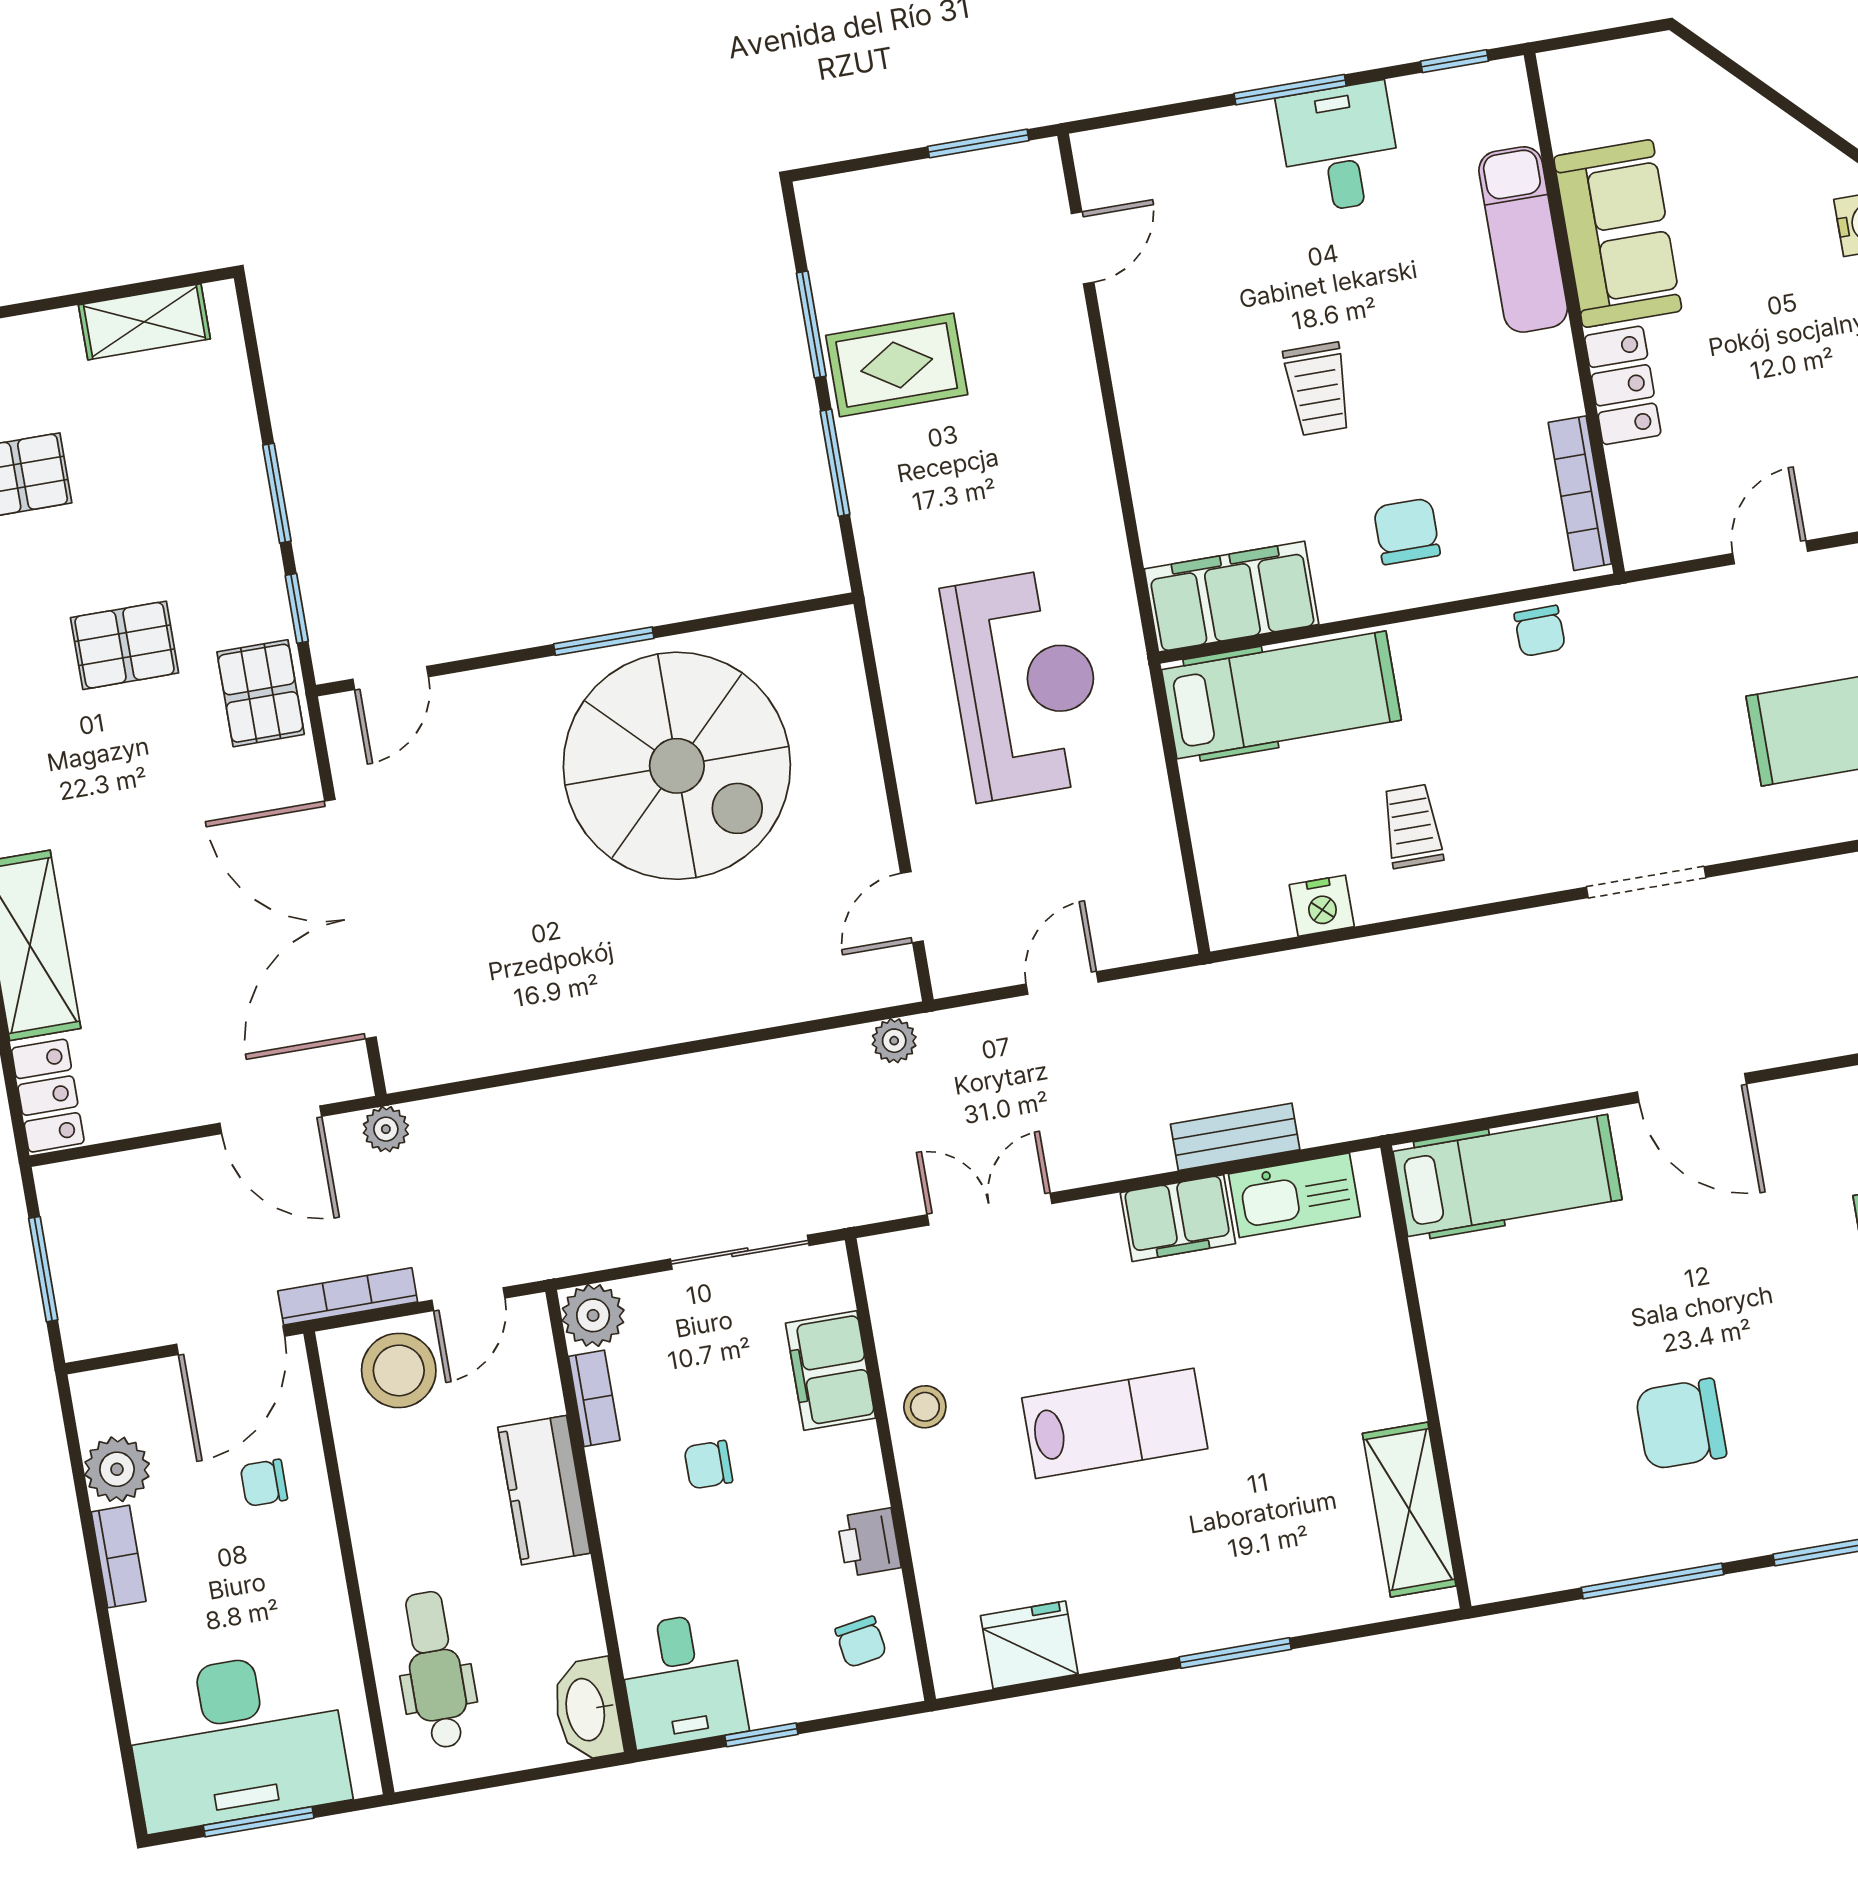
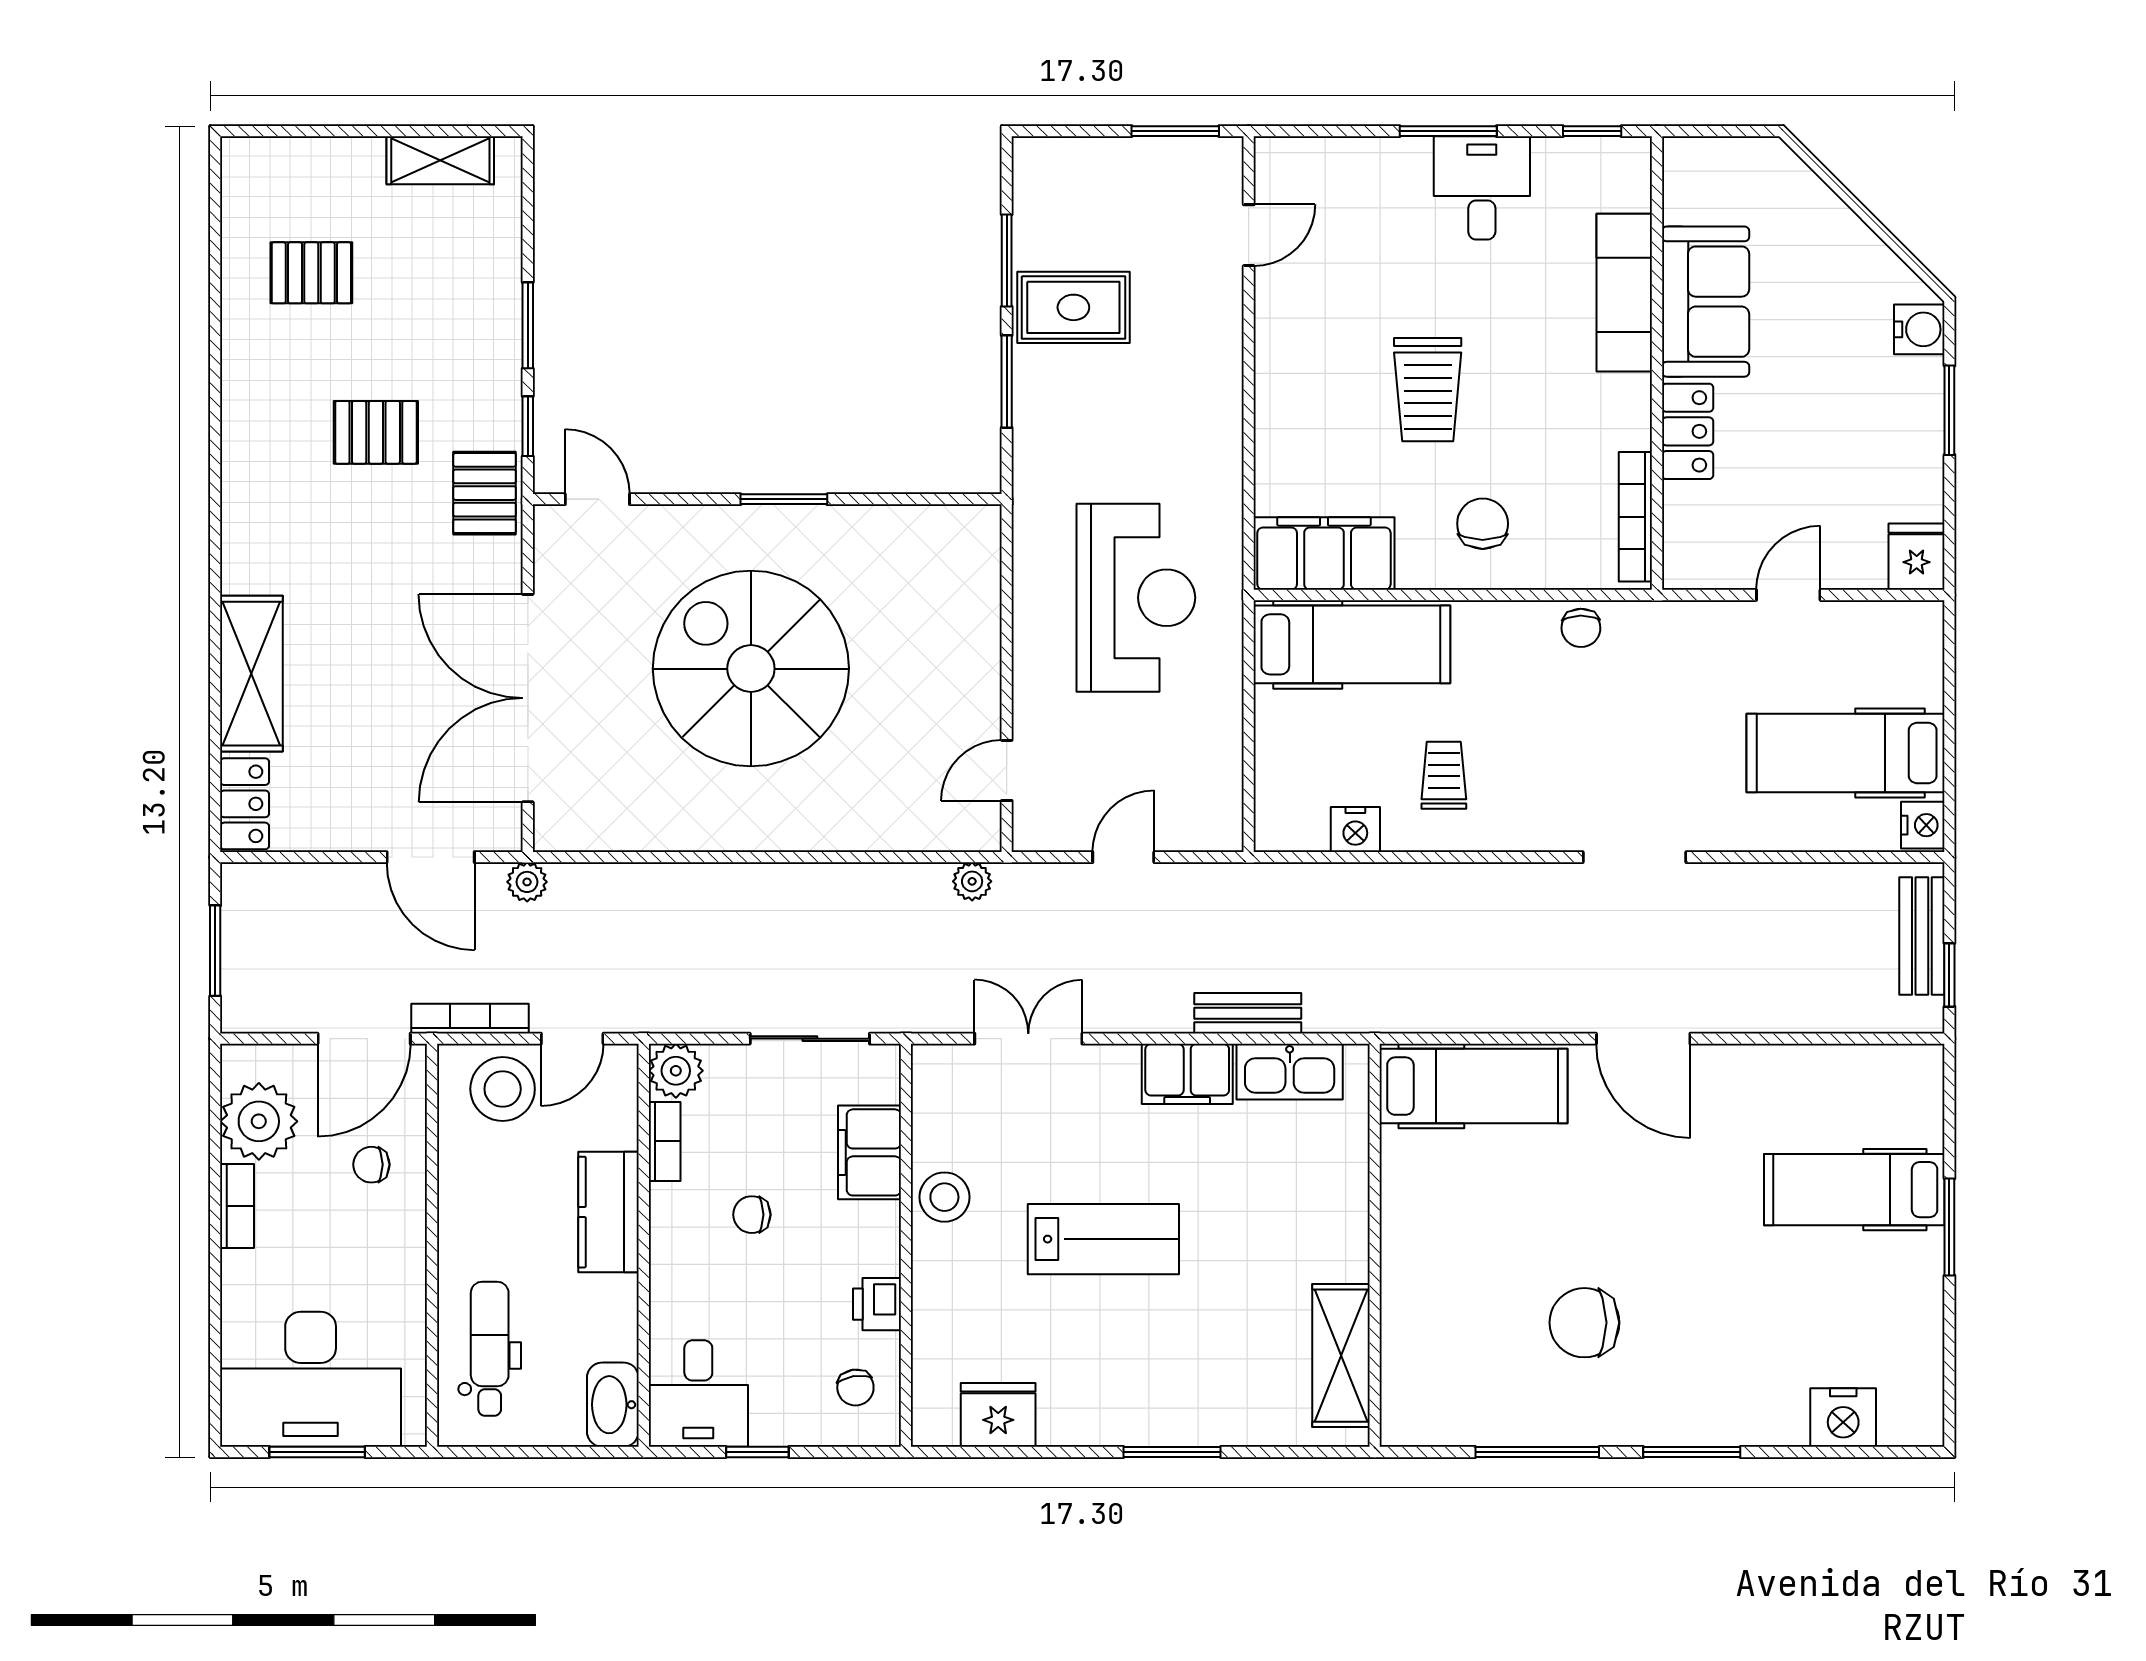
trolley: (1318, 389) -> (1428, 390), width x1.36, depth x1.39
door: (391, 678) -> (597, 499), swing flipped
spiral stairs: (677, 766) -> (751, 669), moved, turned 180
stool: (925, 1407) -> (944, 1197), width x1.37, depth x1.37
plant: (117, 1469) -> (259, 1121), width x1.36, depth x1.36

